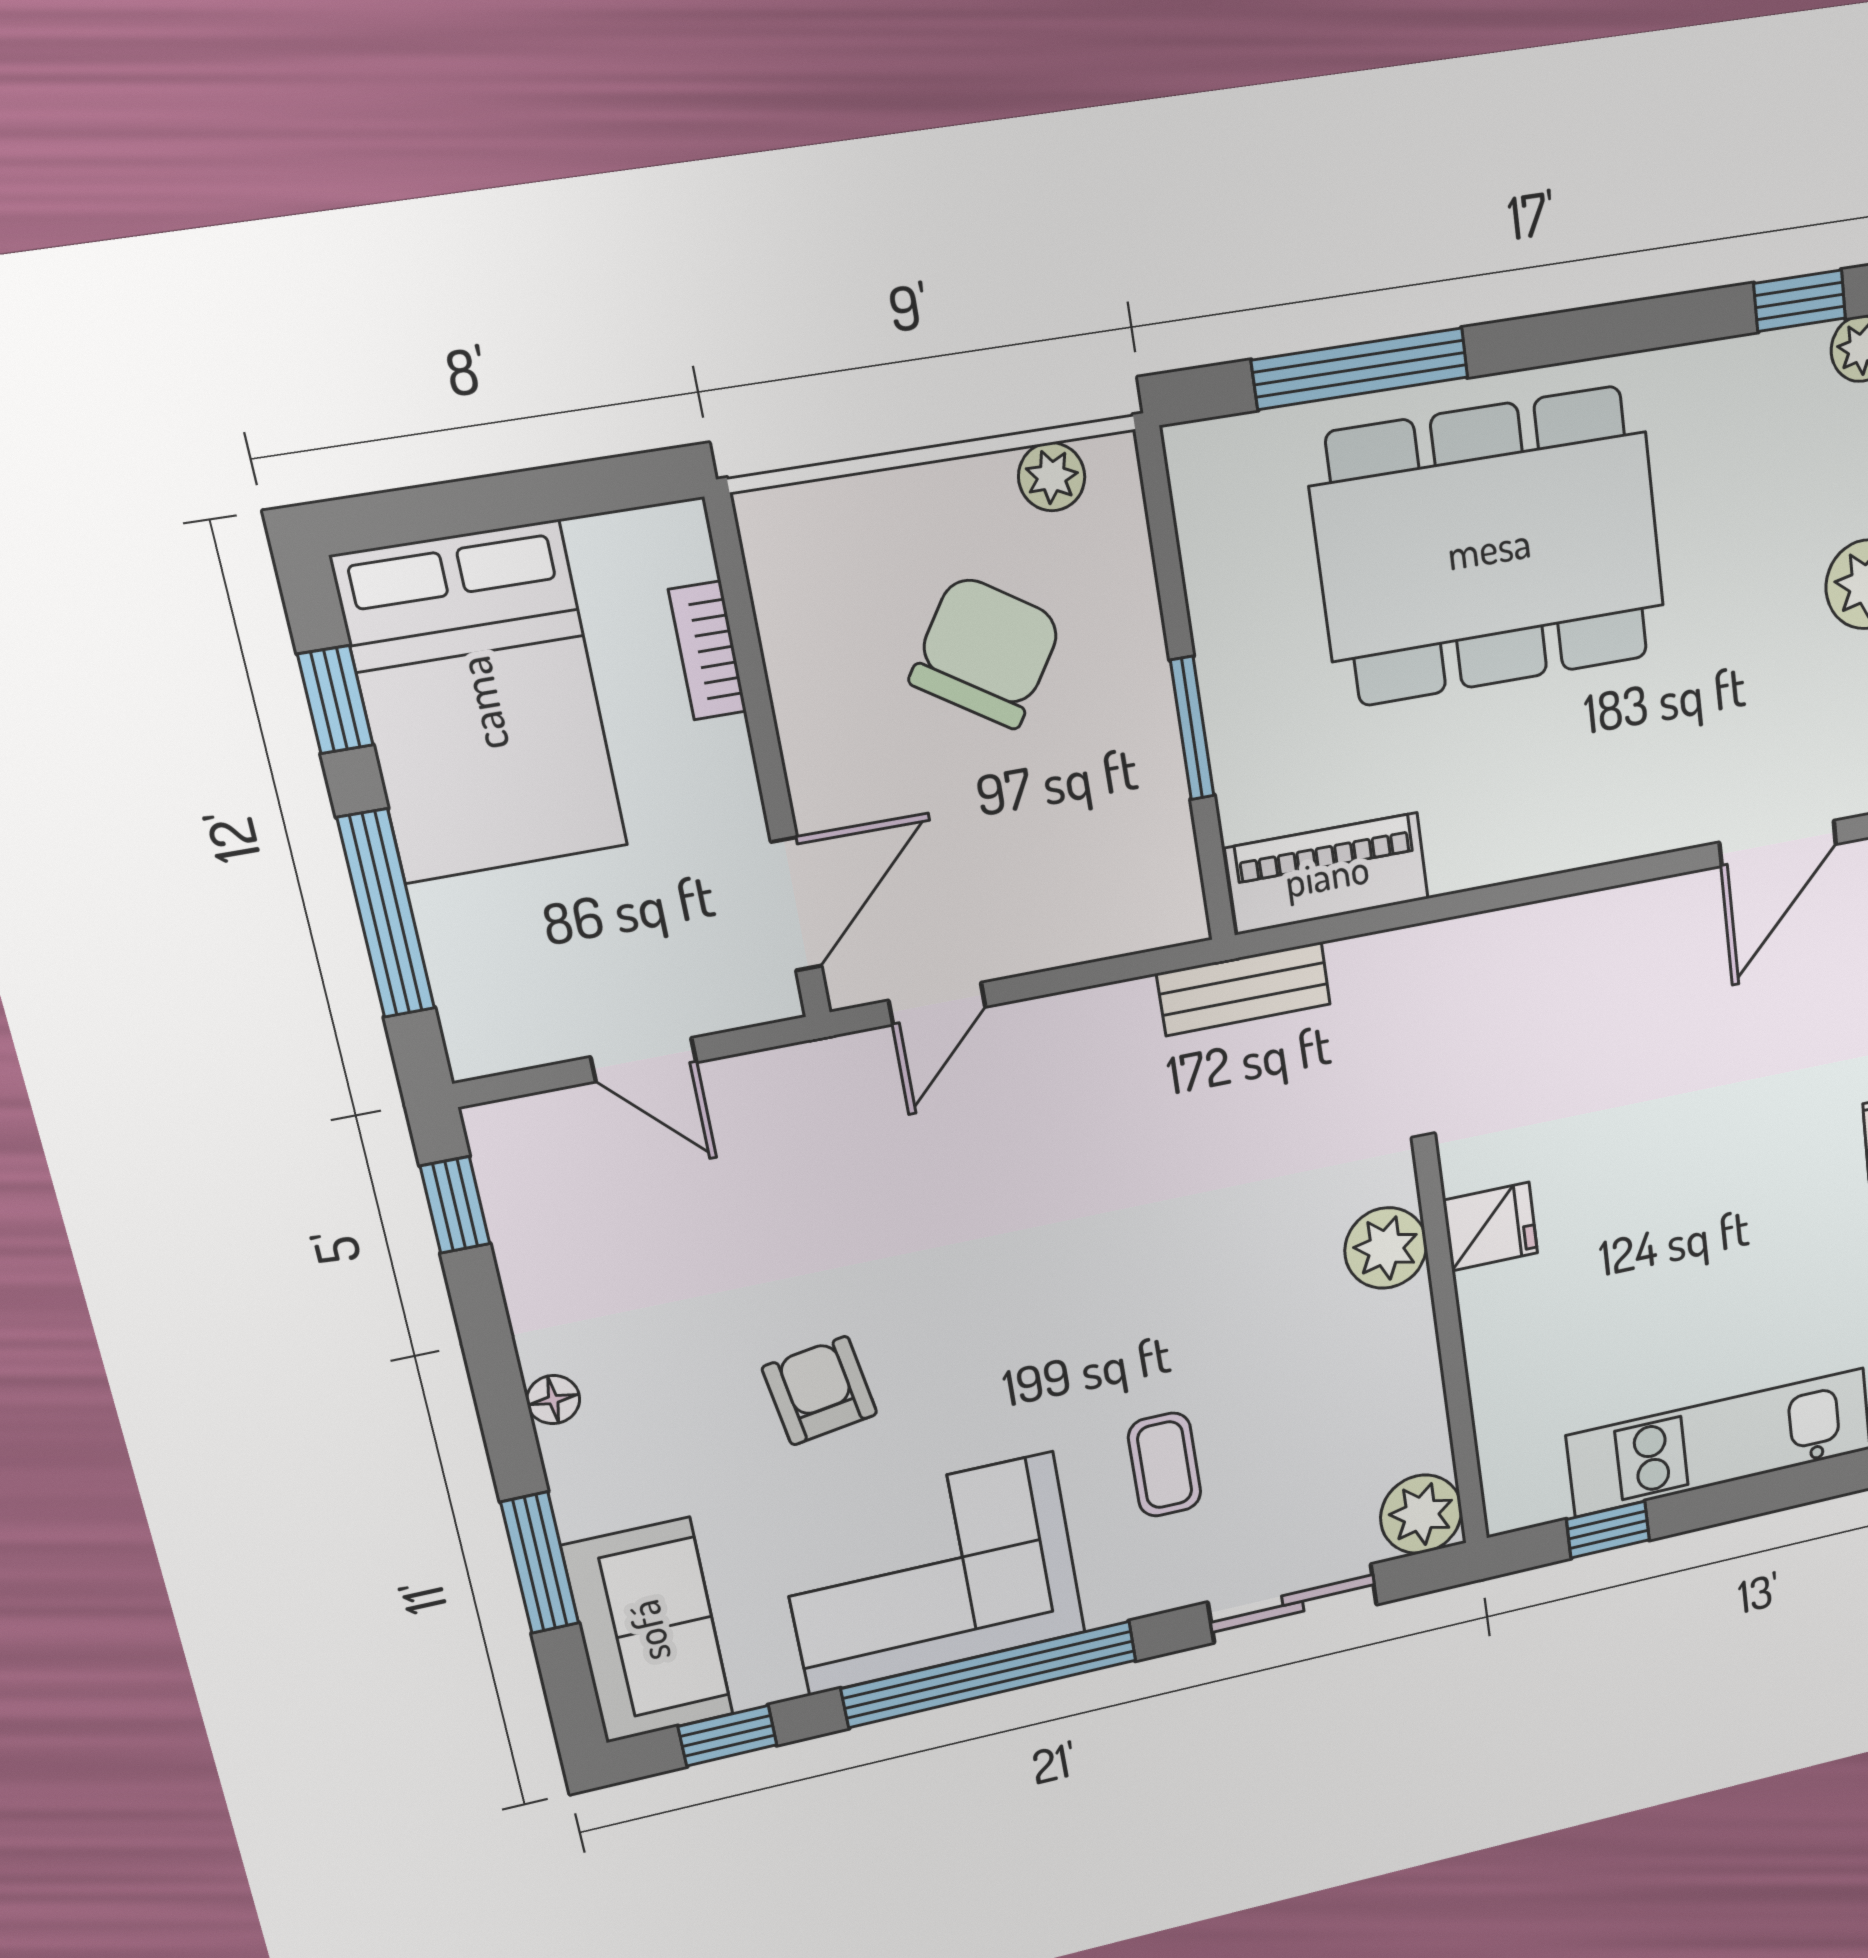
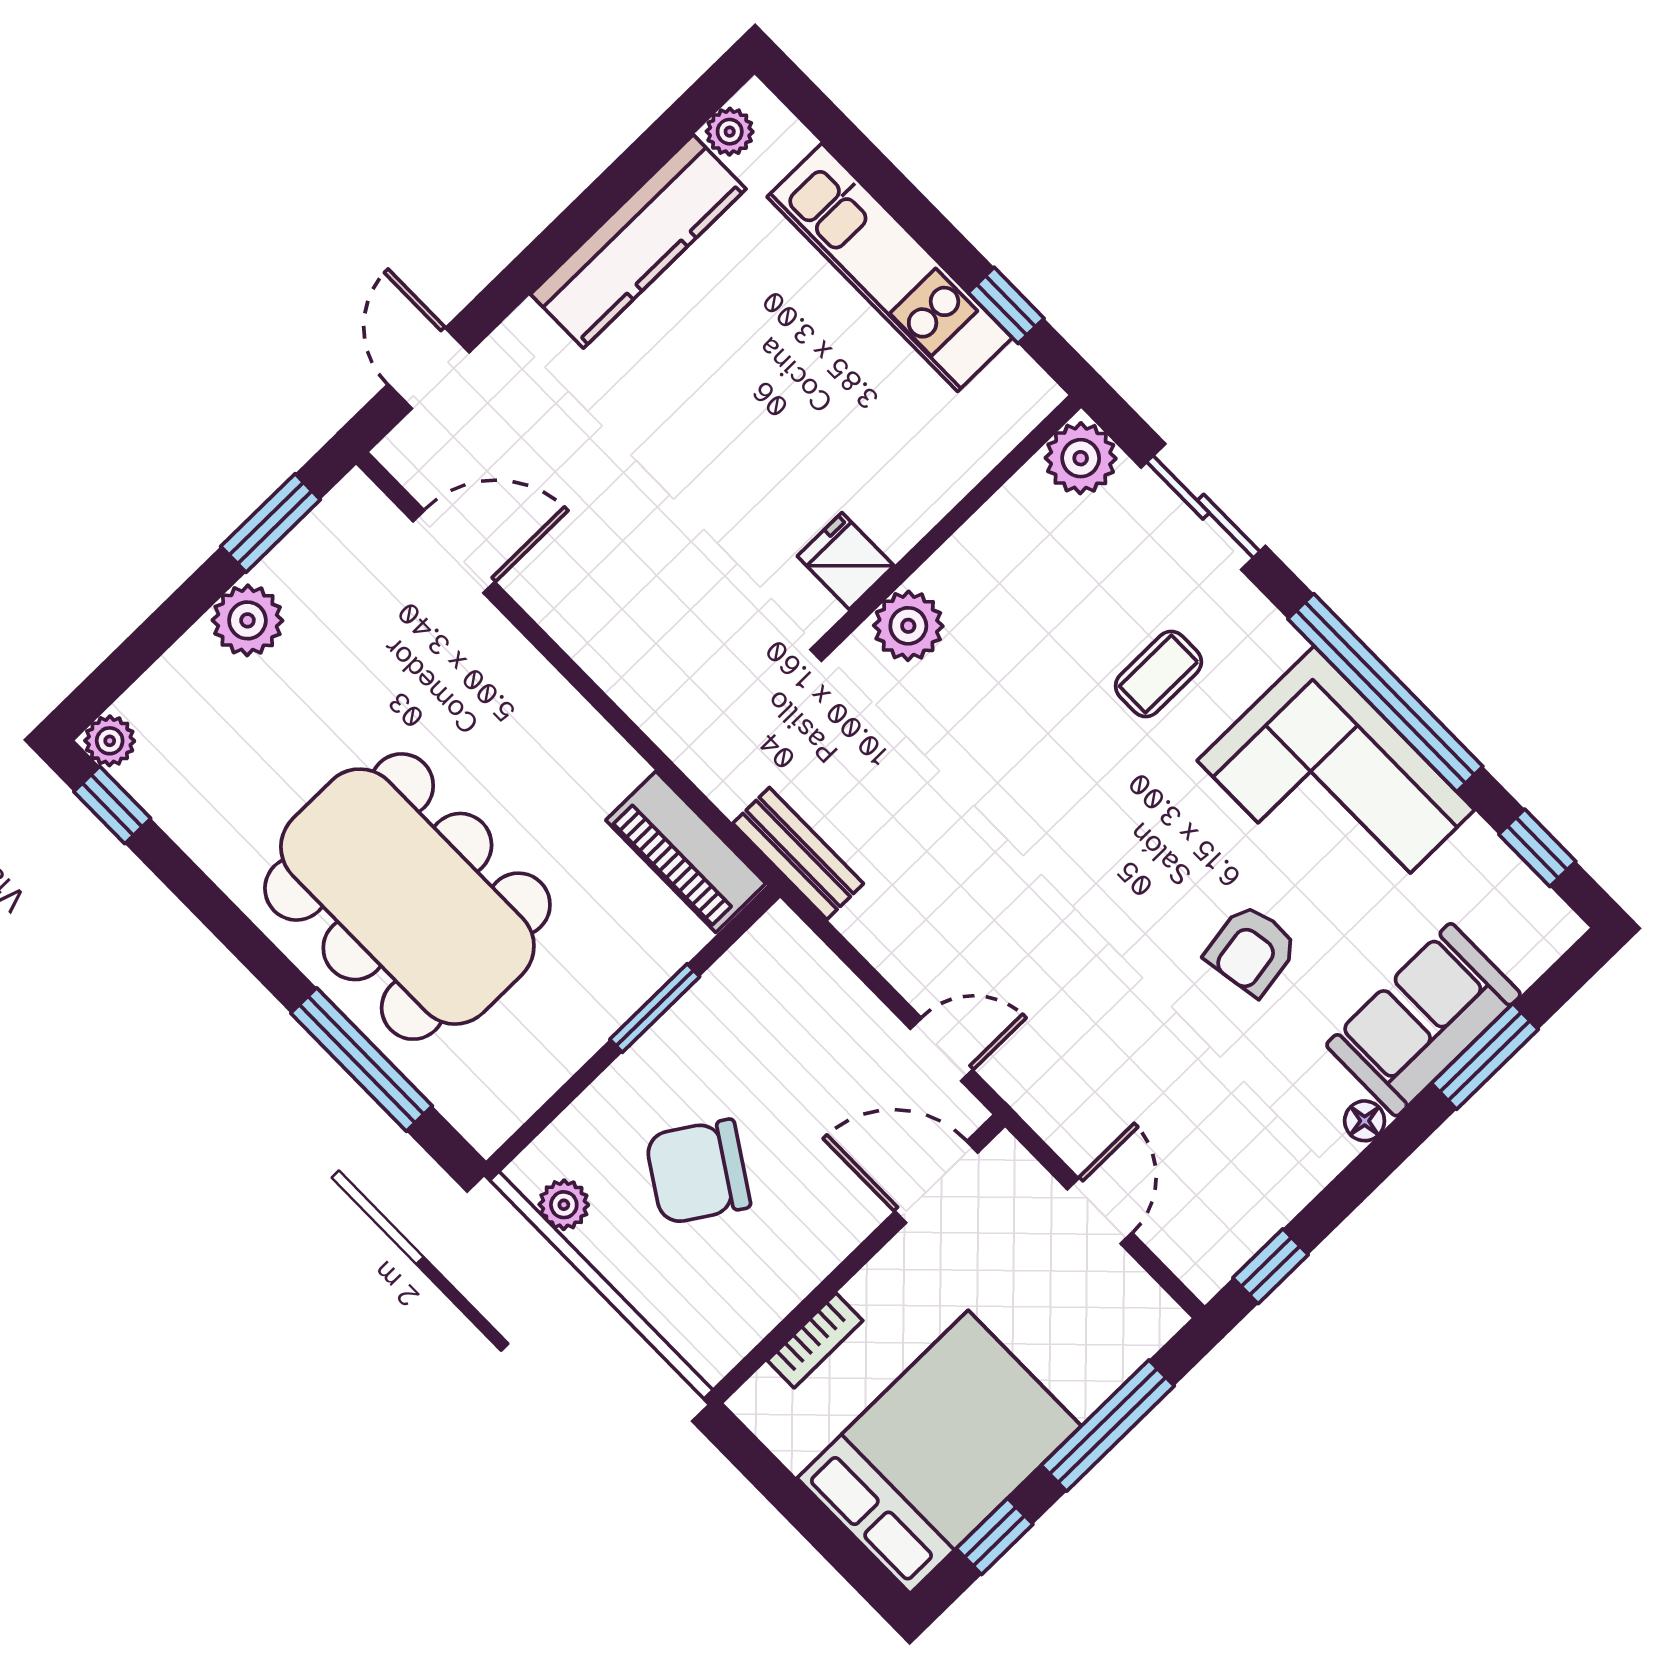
sofa: (648, 1631) -> (1423, 1020), moved

